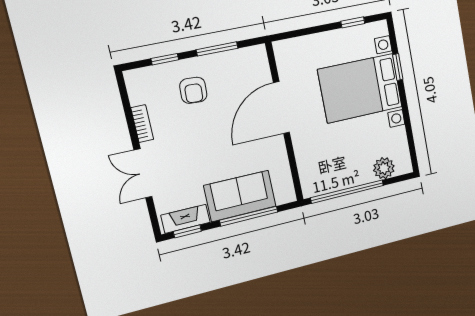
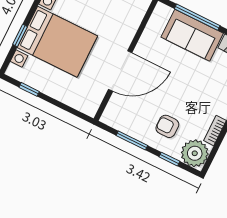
plant: (144, 85) -> (195, 153), added
armchair: (193, 90) -> (167, 126), turned -93

